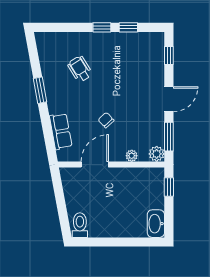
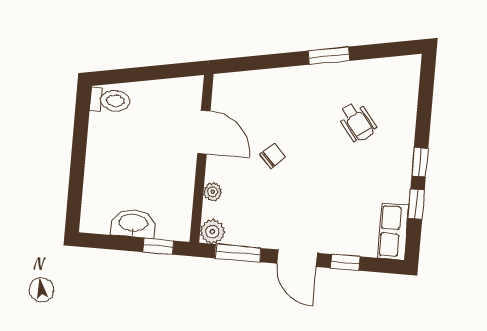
window: (169, 56) -> (345, 262), moved
wheelchair: (80, 69) -> (357, 122), turned 84
row of seats: (61, 131) -> (393, 231), moved, turned 100
washbasin: (156, 224) -> (133, 223), moved

